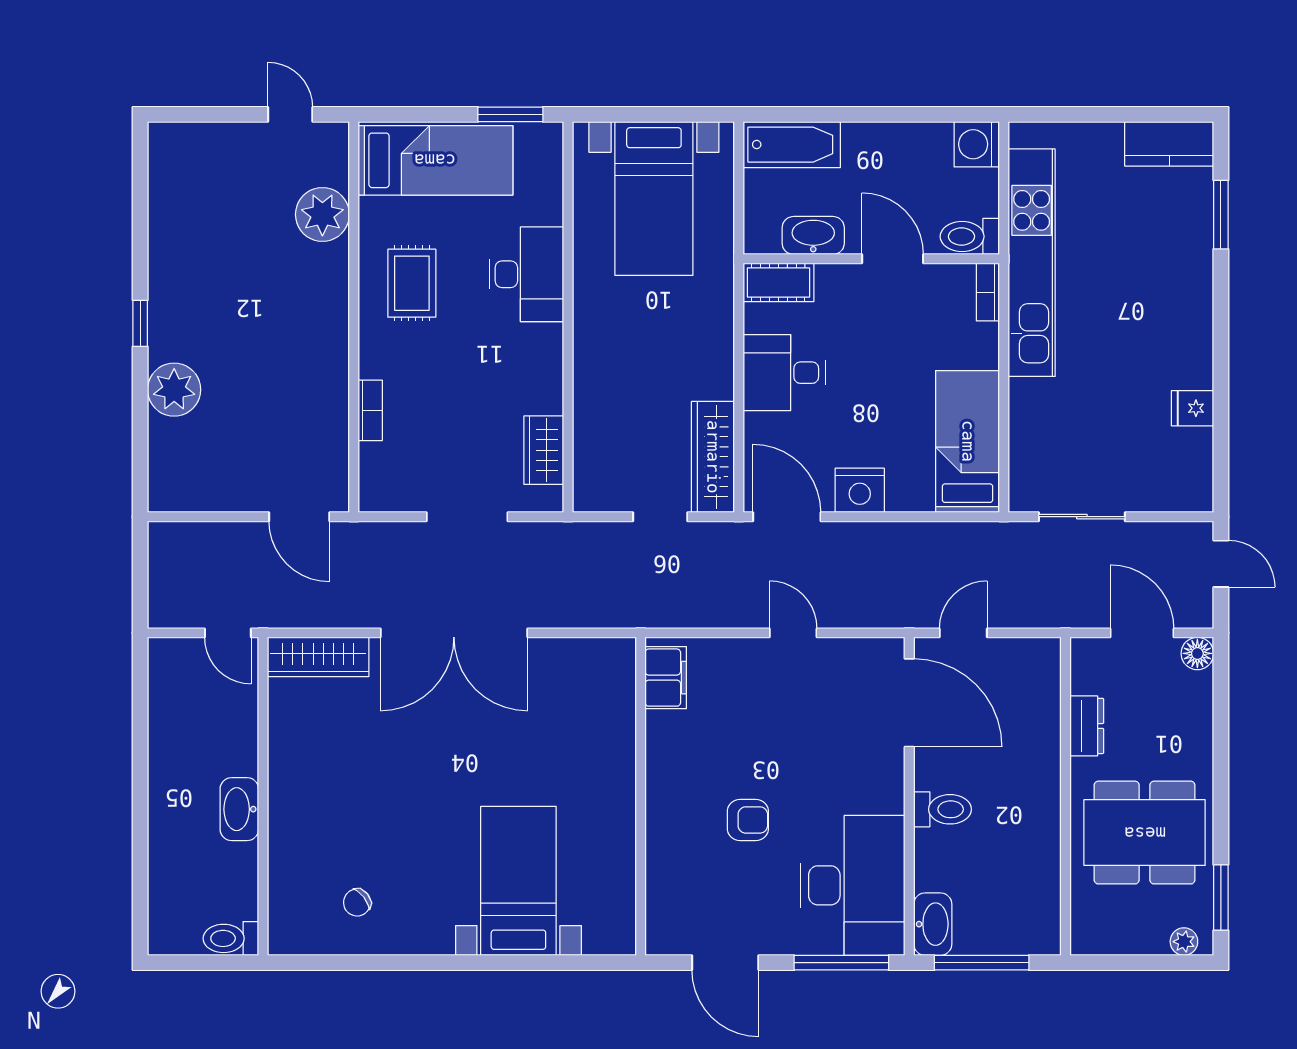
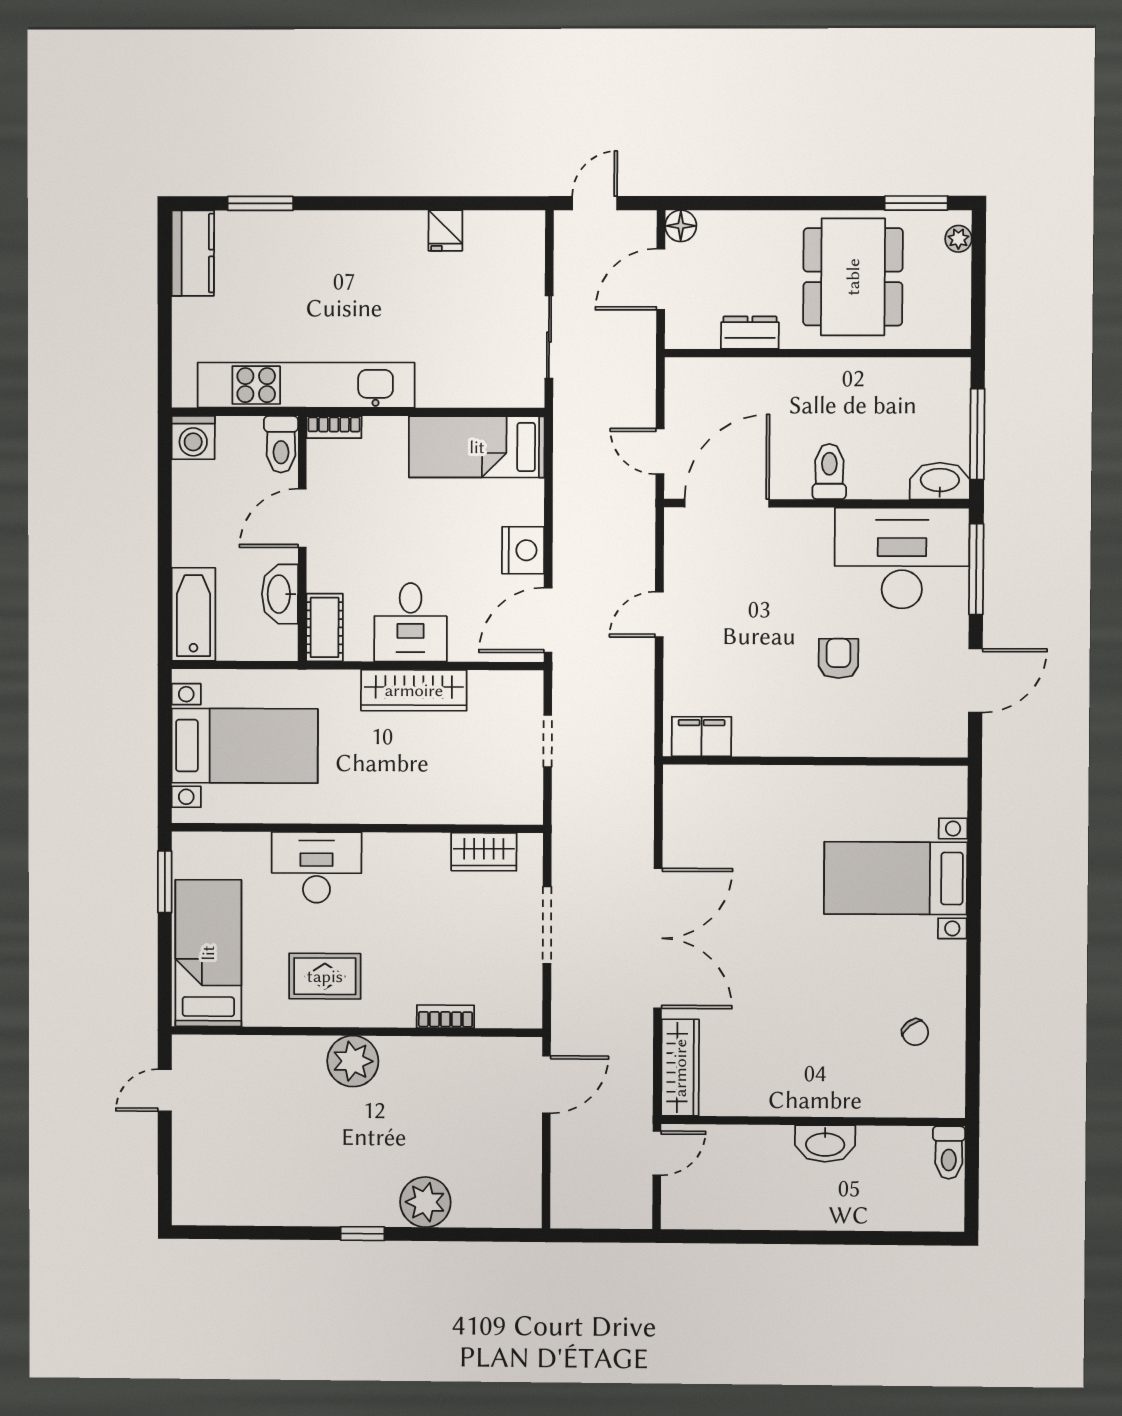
plant: (322, 214) -> (353, 1061), moved
wardrobe: (713, 457) -> (414, 690), moved

